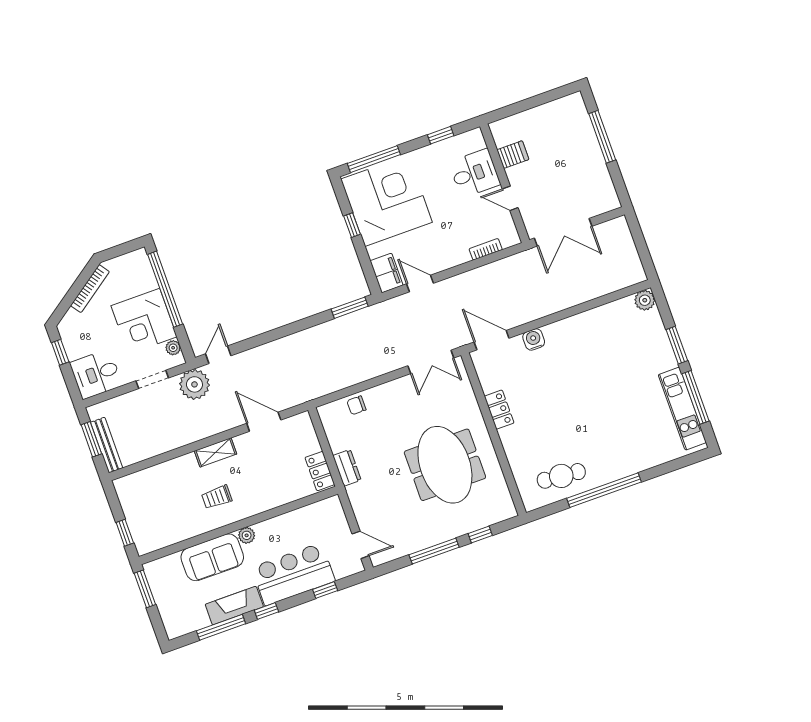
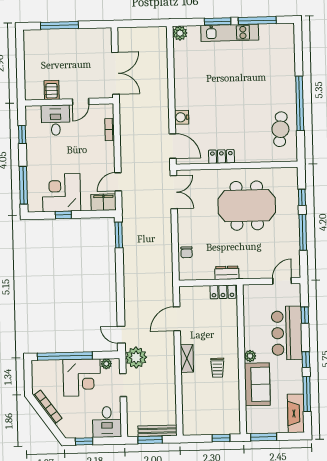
corner desk: (387, 201) -> (61, 193), width x0.74, depth x0.74
door: (492, 340) -> (173, 146), swing flipped
kitchen unit: (682, 409) -> (230, 33), moved
fireplace: (234, 606) -> (296, 413), moved

